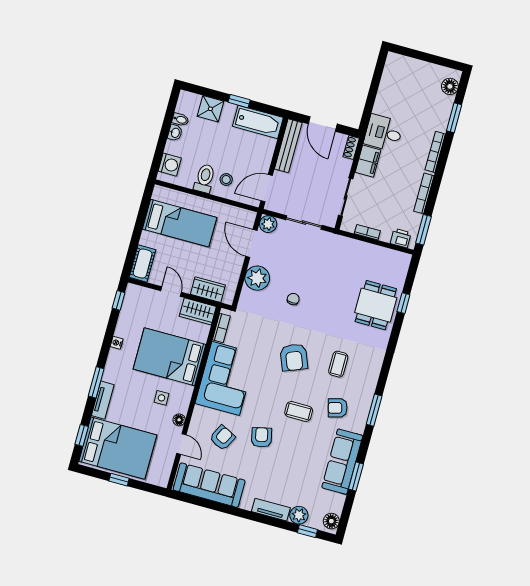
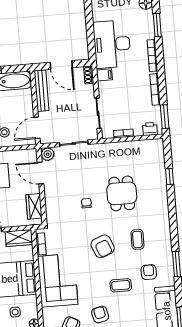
desk: (383, 133) -> (112, 44), width x1.87, depth x1.30
filing cabinet: (368, 161) -> (104, 75), width x0.50
plant: (257, 278) -> (54, 197), removed
wardrobe: (208, 290) -> (34, 206), moved, turned -90
dining table: (376, 305) -> (122, 193), moved
armchair: (338, 408) -> (149, 272), turned 105

